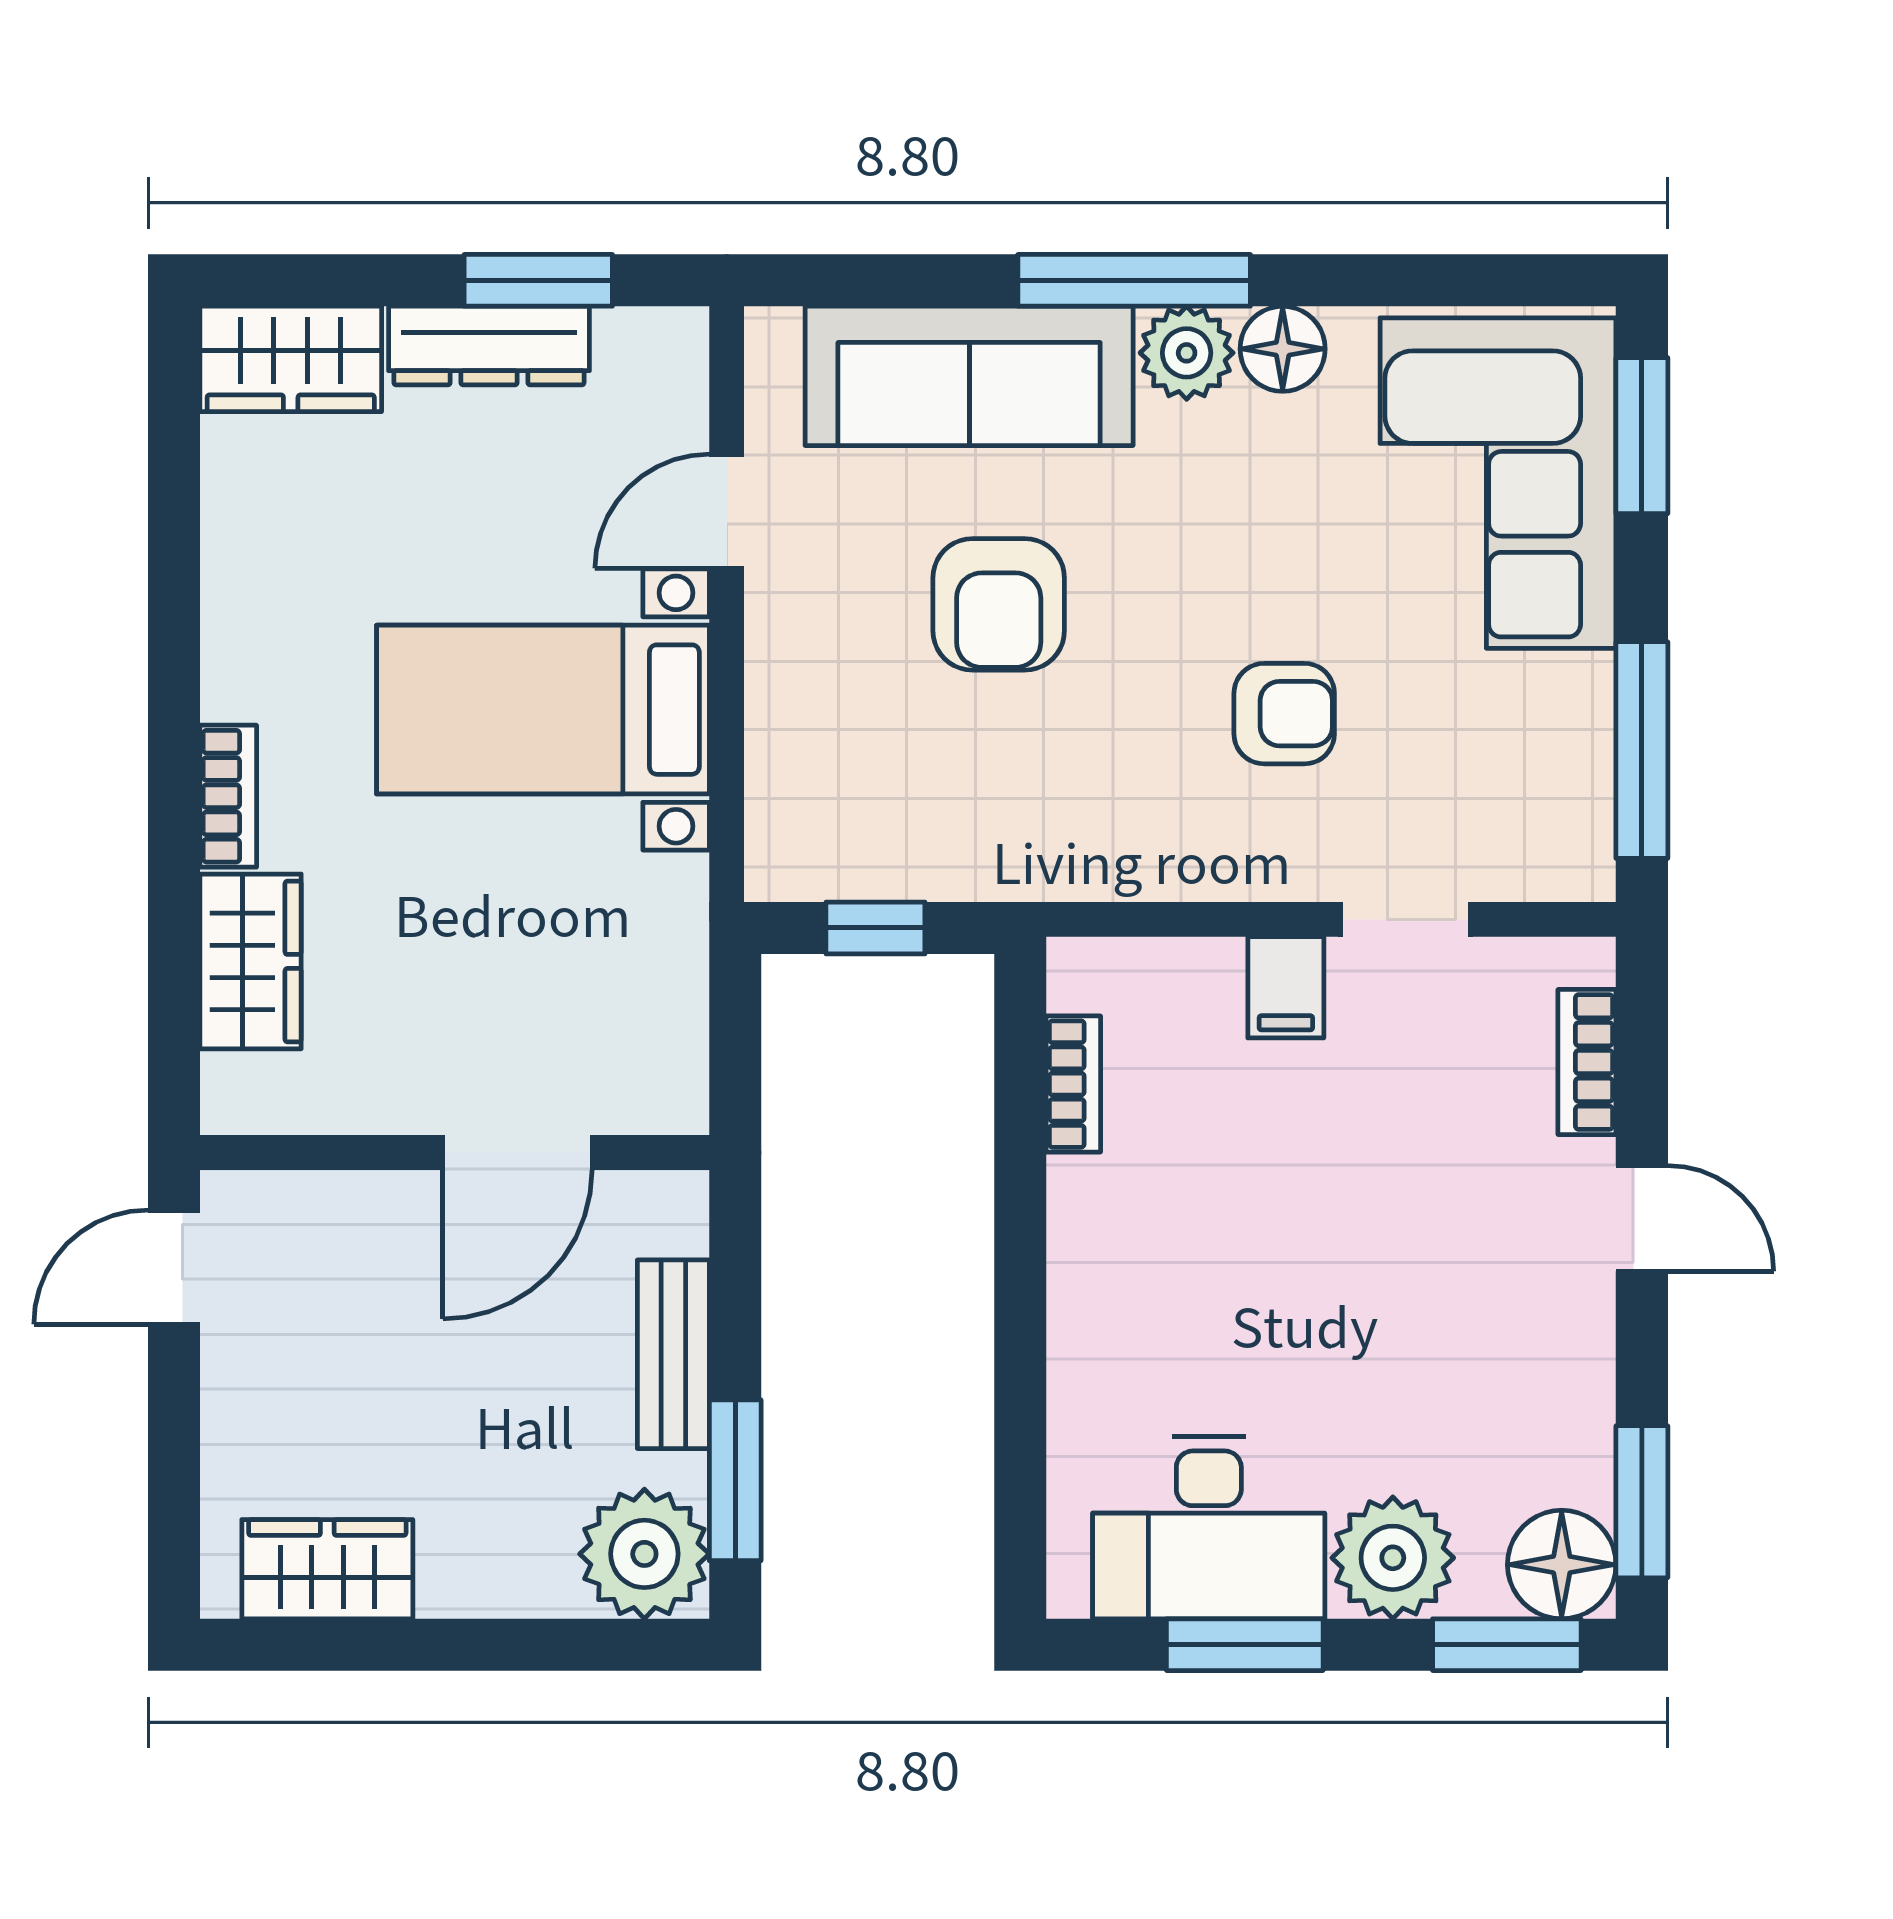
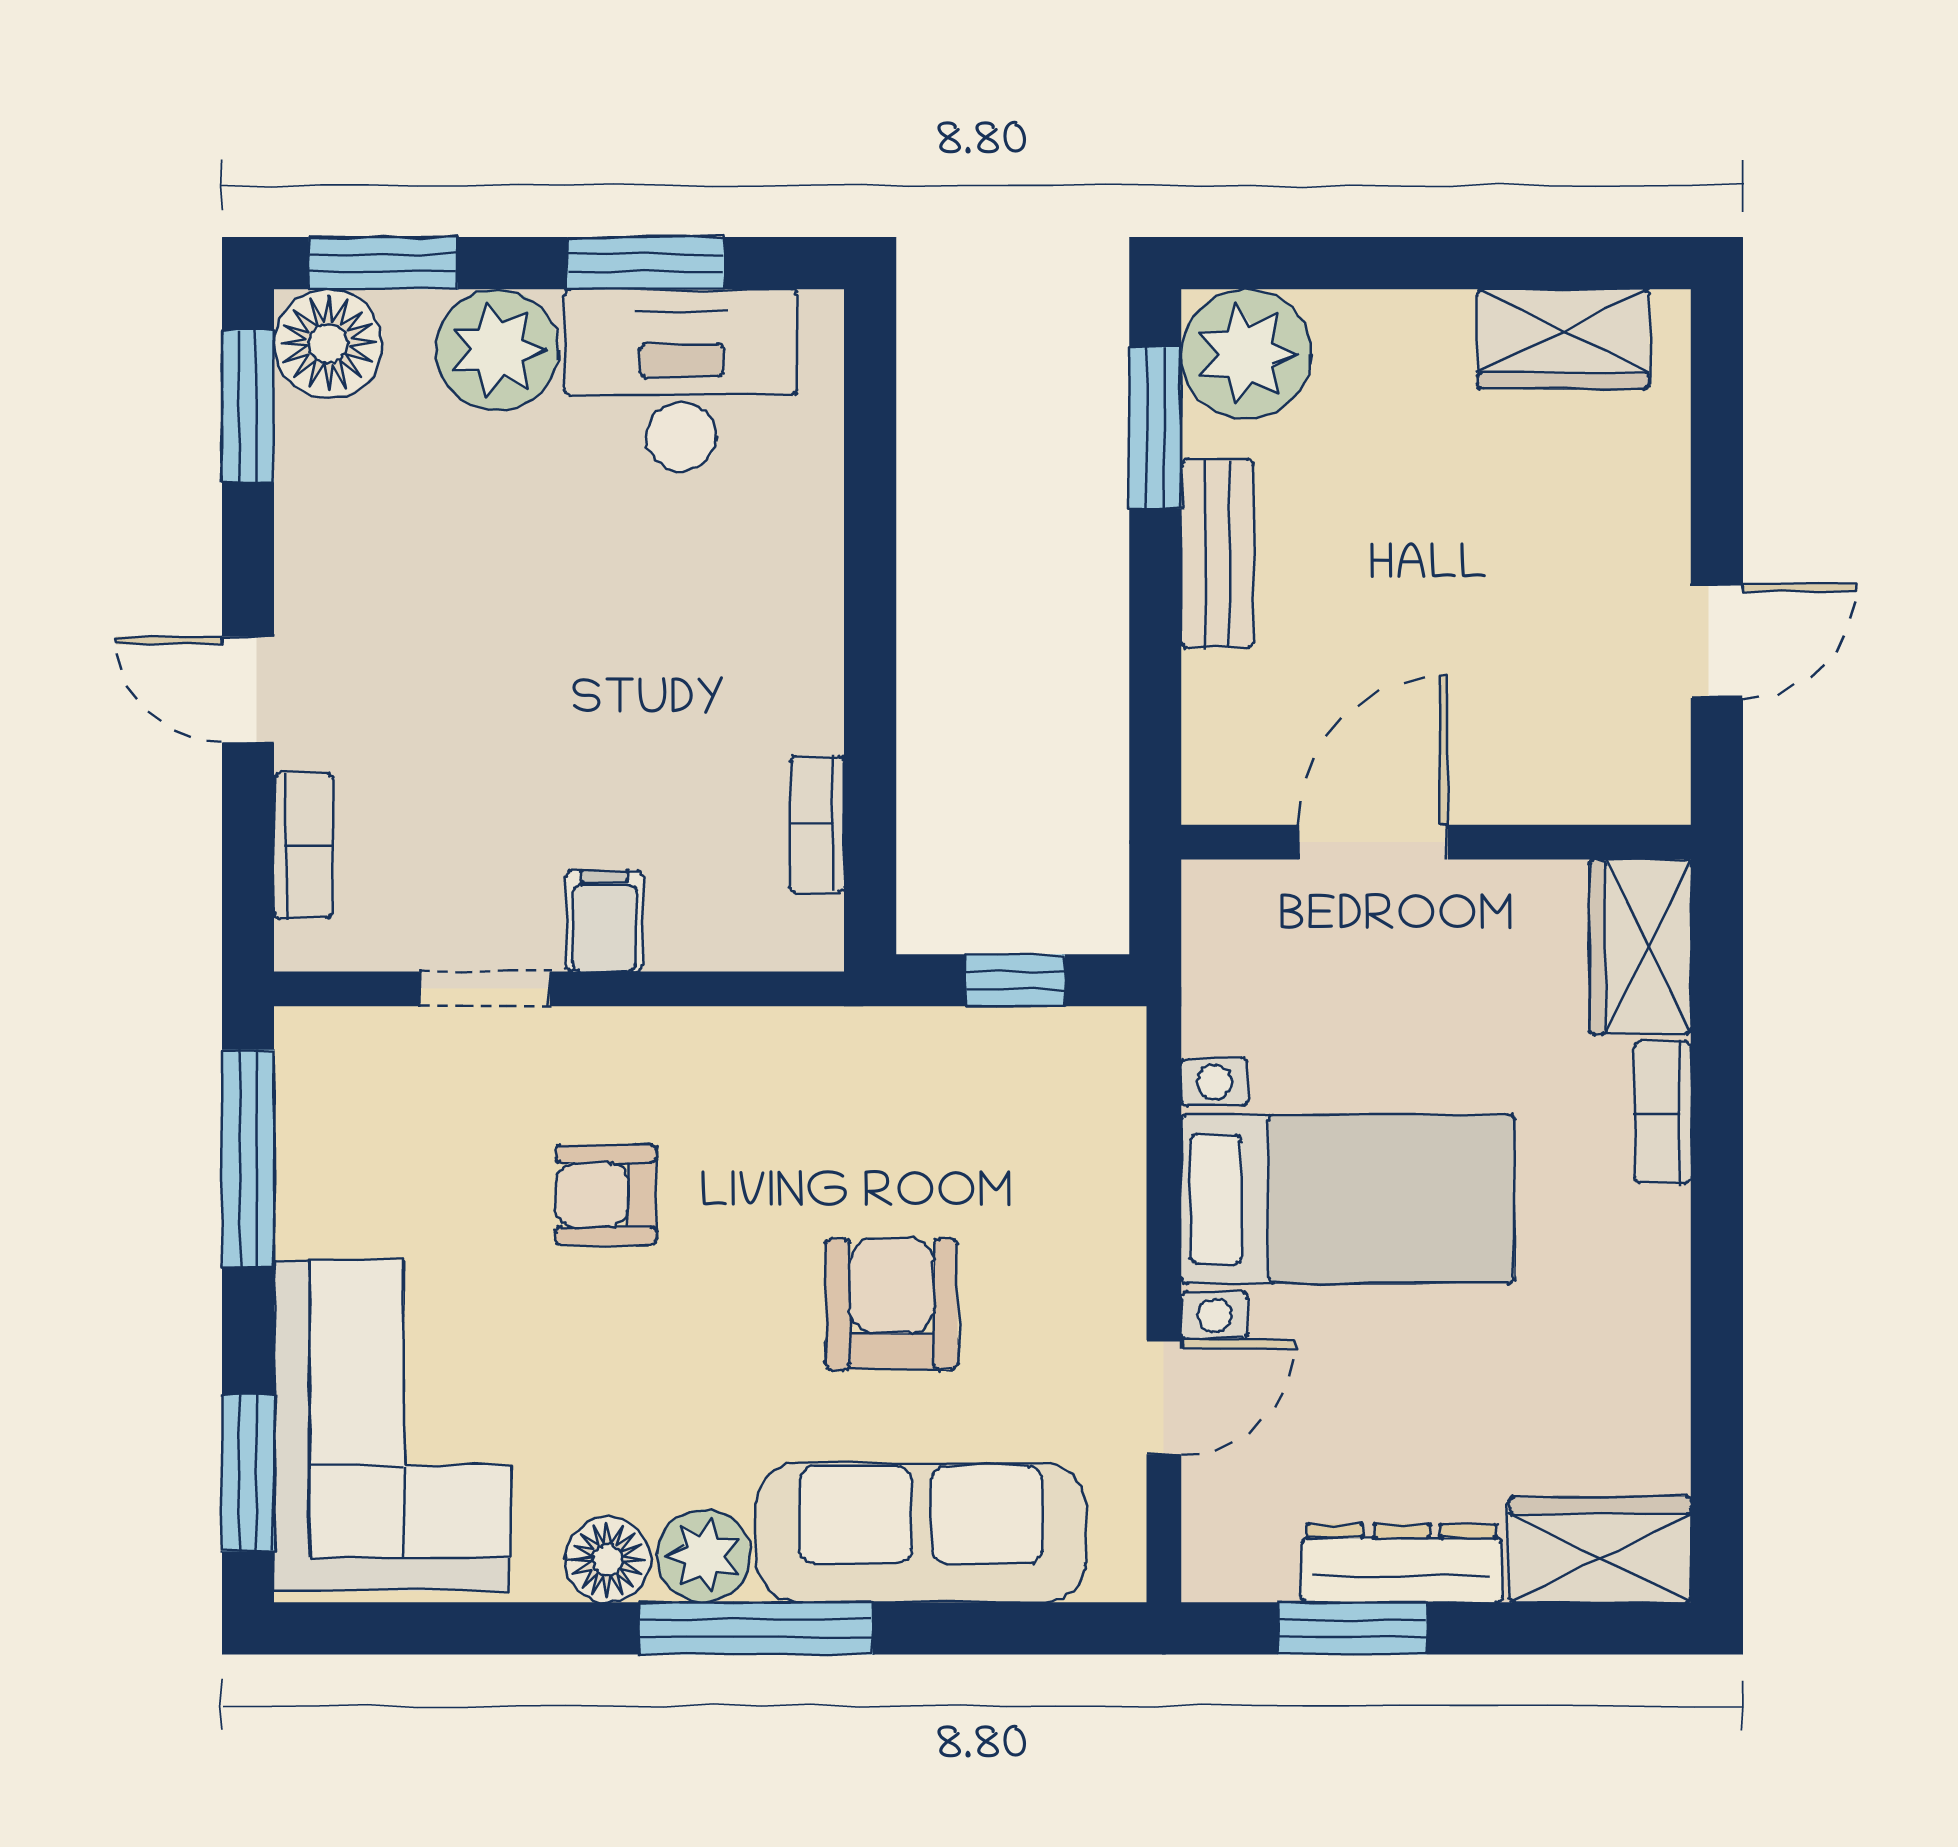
wall: (455, 1152) -> (1436, 842), moved
door: (517, 1152) -> (1373, 842), moved

